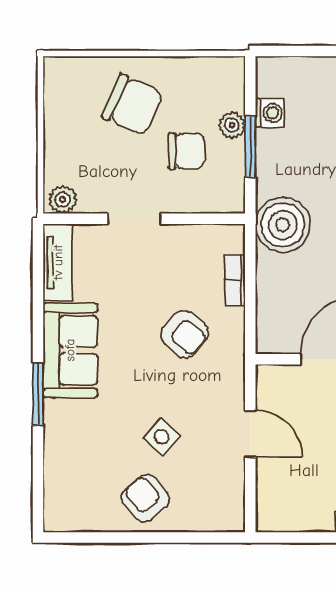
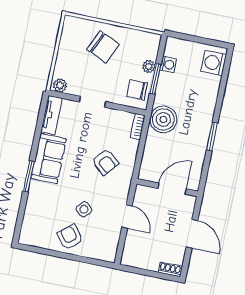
chair: (186, 151) -> (137, 90), moved, turned 180
bookcase: (235, 280) -> (138, 127), moved

